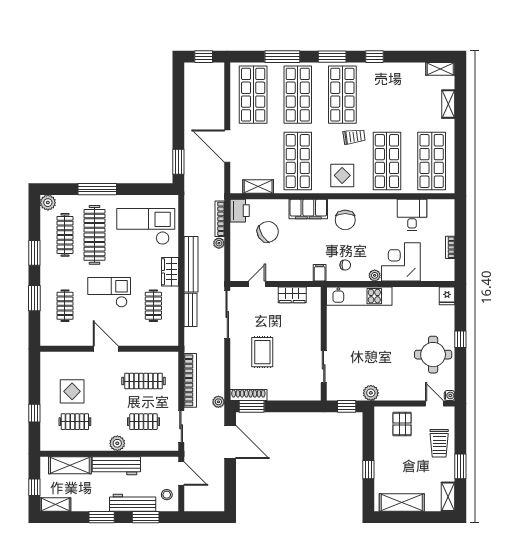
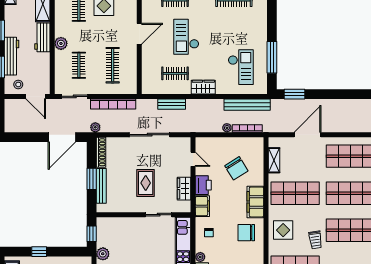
window: (97, 189) -> (272, 57), moved
printer: (240, 211) -> (203, 185), moved, turned -90
checkout: (146, 227) -> (241, 67), width x0.73, depth x0.83
clothes rail: (94, 235) -> (234, 25), removed
bench: (191, 264) -> (247, 105), moved
filing cabinet: (320, 273) -> (202, 206), width x2.00
checkout: (109, 292) -> (186, 37), turned 180
sliding door: (227, 314) -> (150, 135), moved
rug: (262, 352) -> (146, 183), moved, turned 90
sliding door: (324, 367) -> (159, 215), moved
bench: (289, 395) -> (101, 186), added
window: (252, 406) -> (92, 179), moved
workbench: (116, 466) -> (42, 37), width x0.73
door: (181, 474) -> (36, 96), hinge flipped

